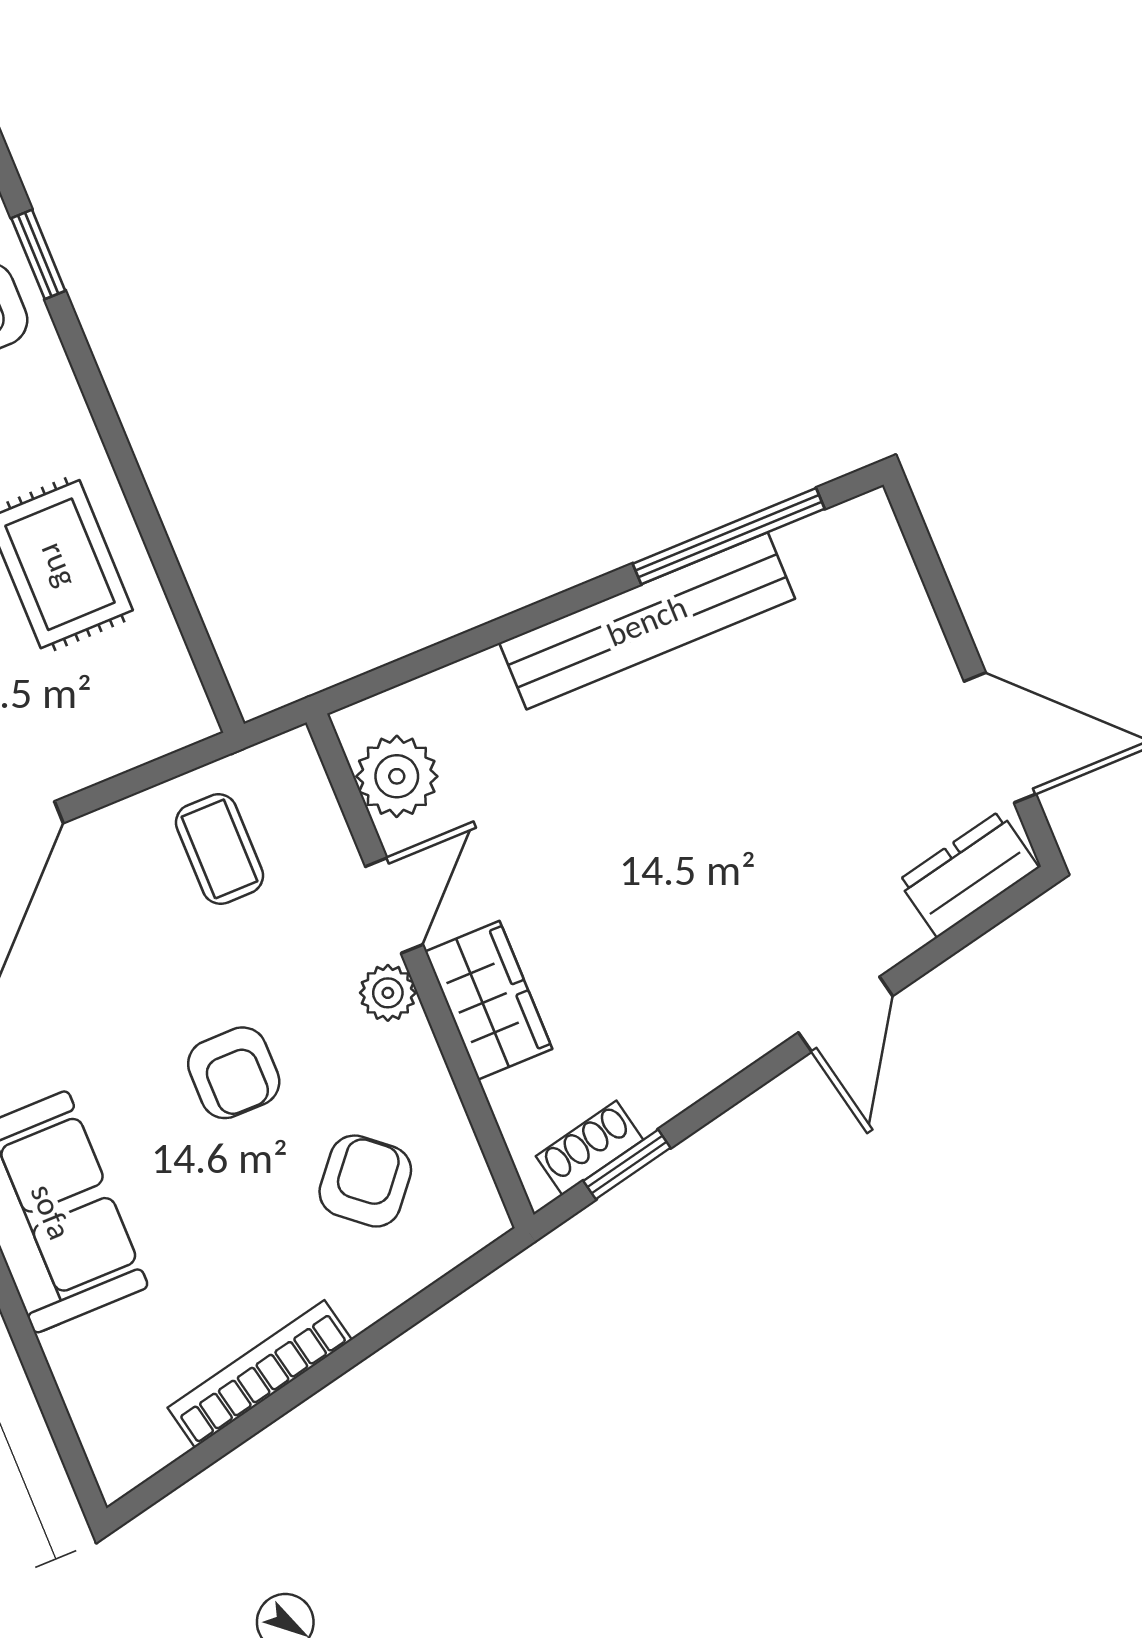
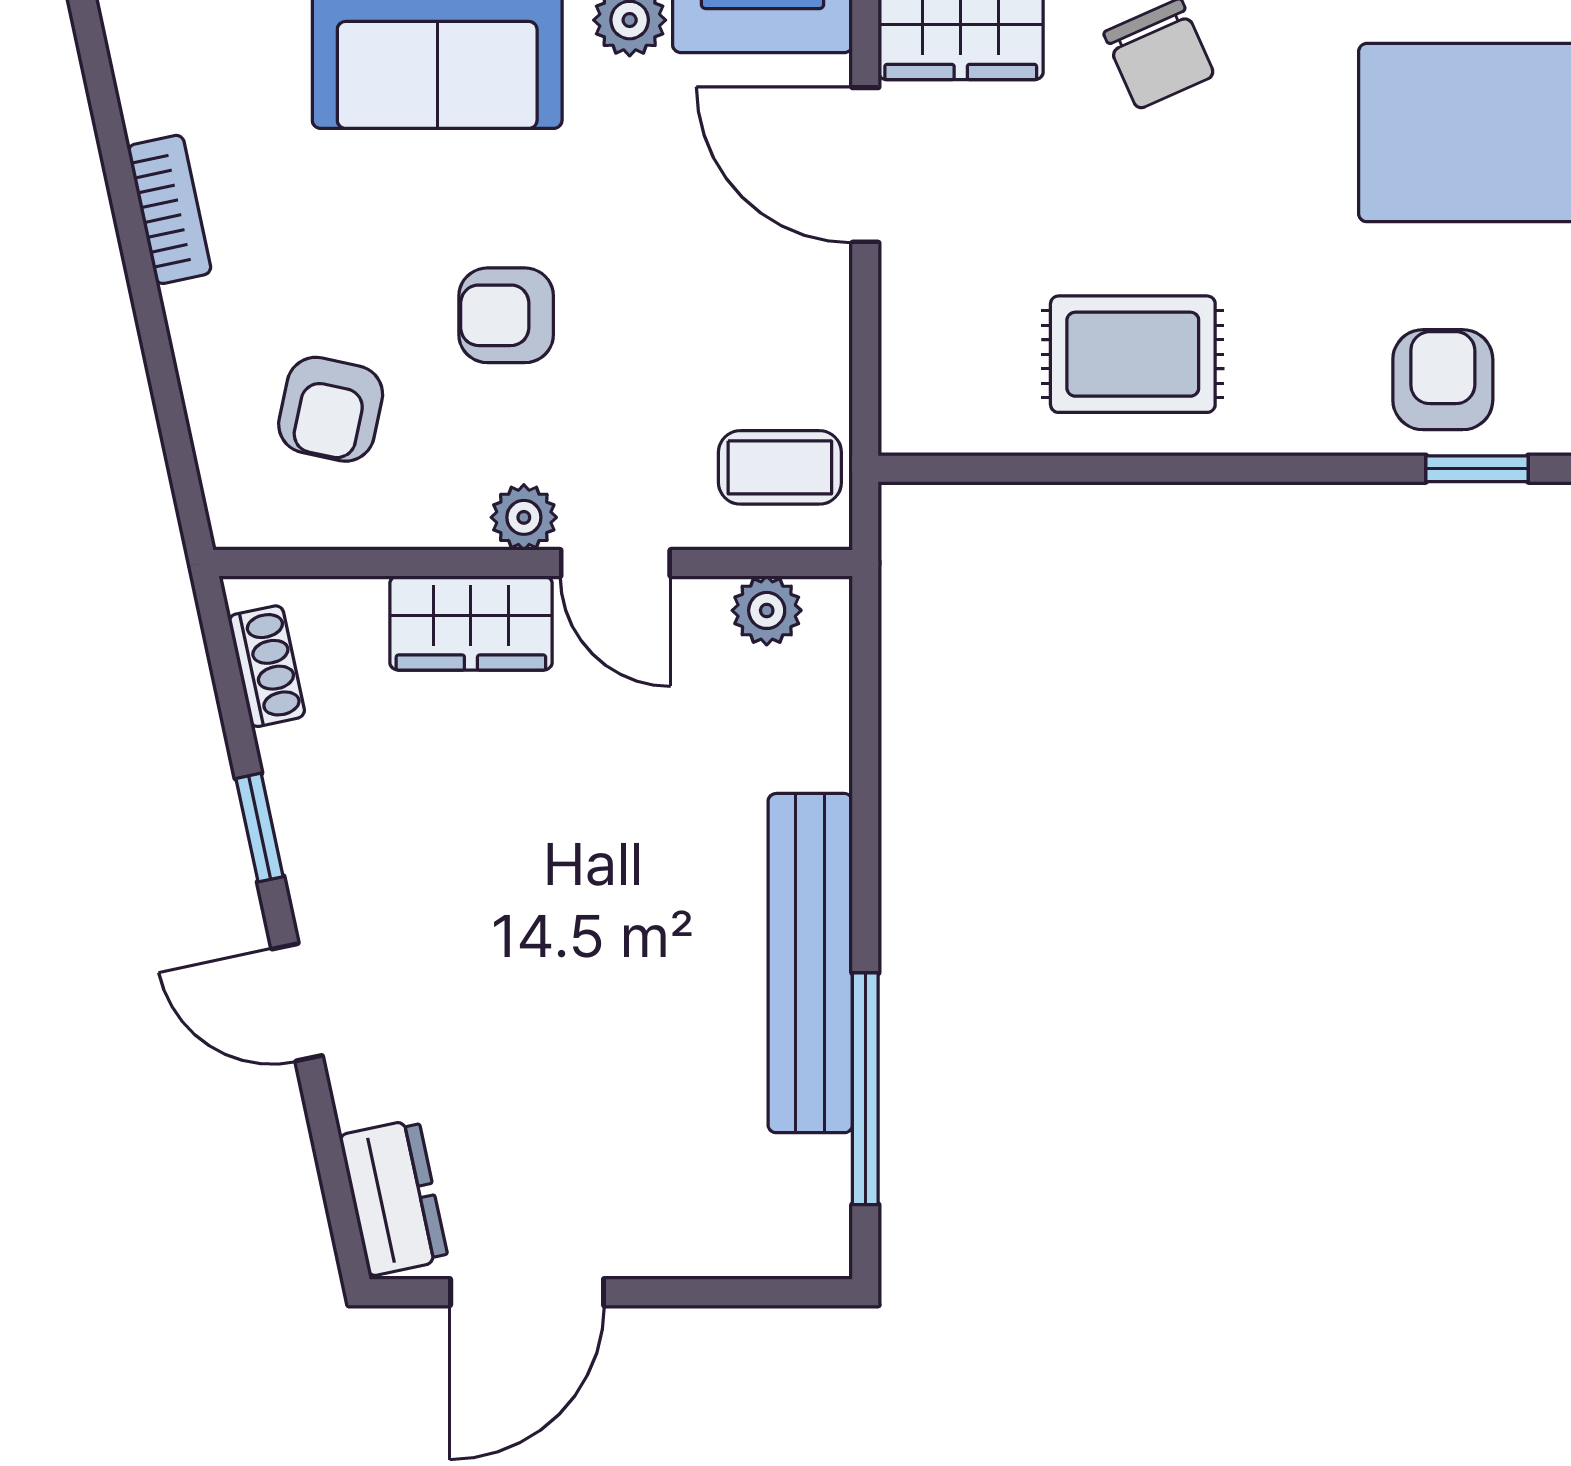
plant: (397, 776) -> (767, 610), width x0.73, depth x0.73
coffee table: (219, 849) -> (780, 467), moved
window: (627, 1164) -> (260, 828), moved
armchair: (365, 1181) -> (331, 409), turned 62
bookcase: (260, 1374) -> (169, 209), width x0.64

